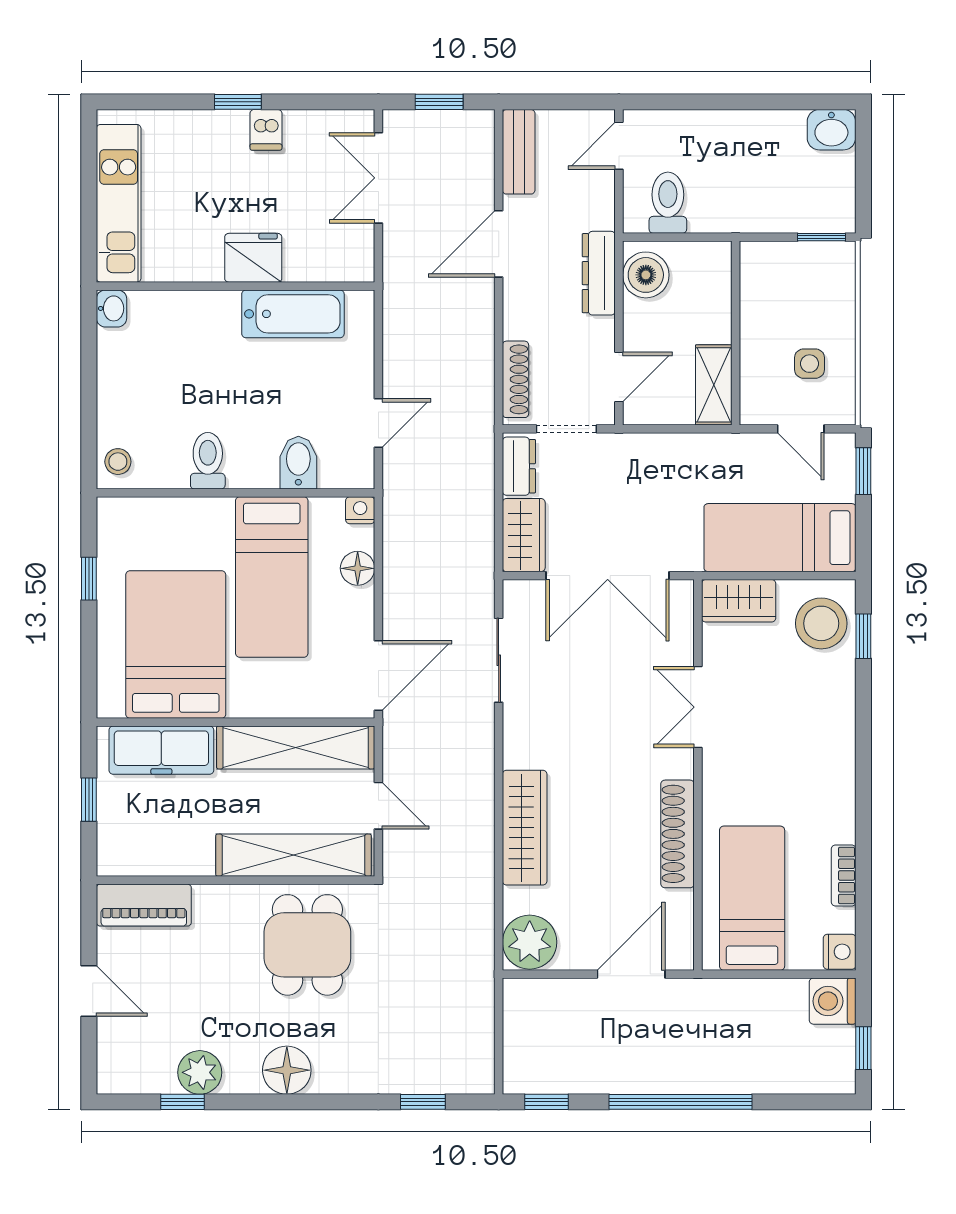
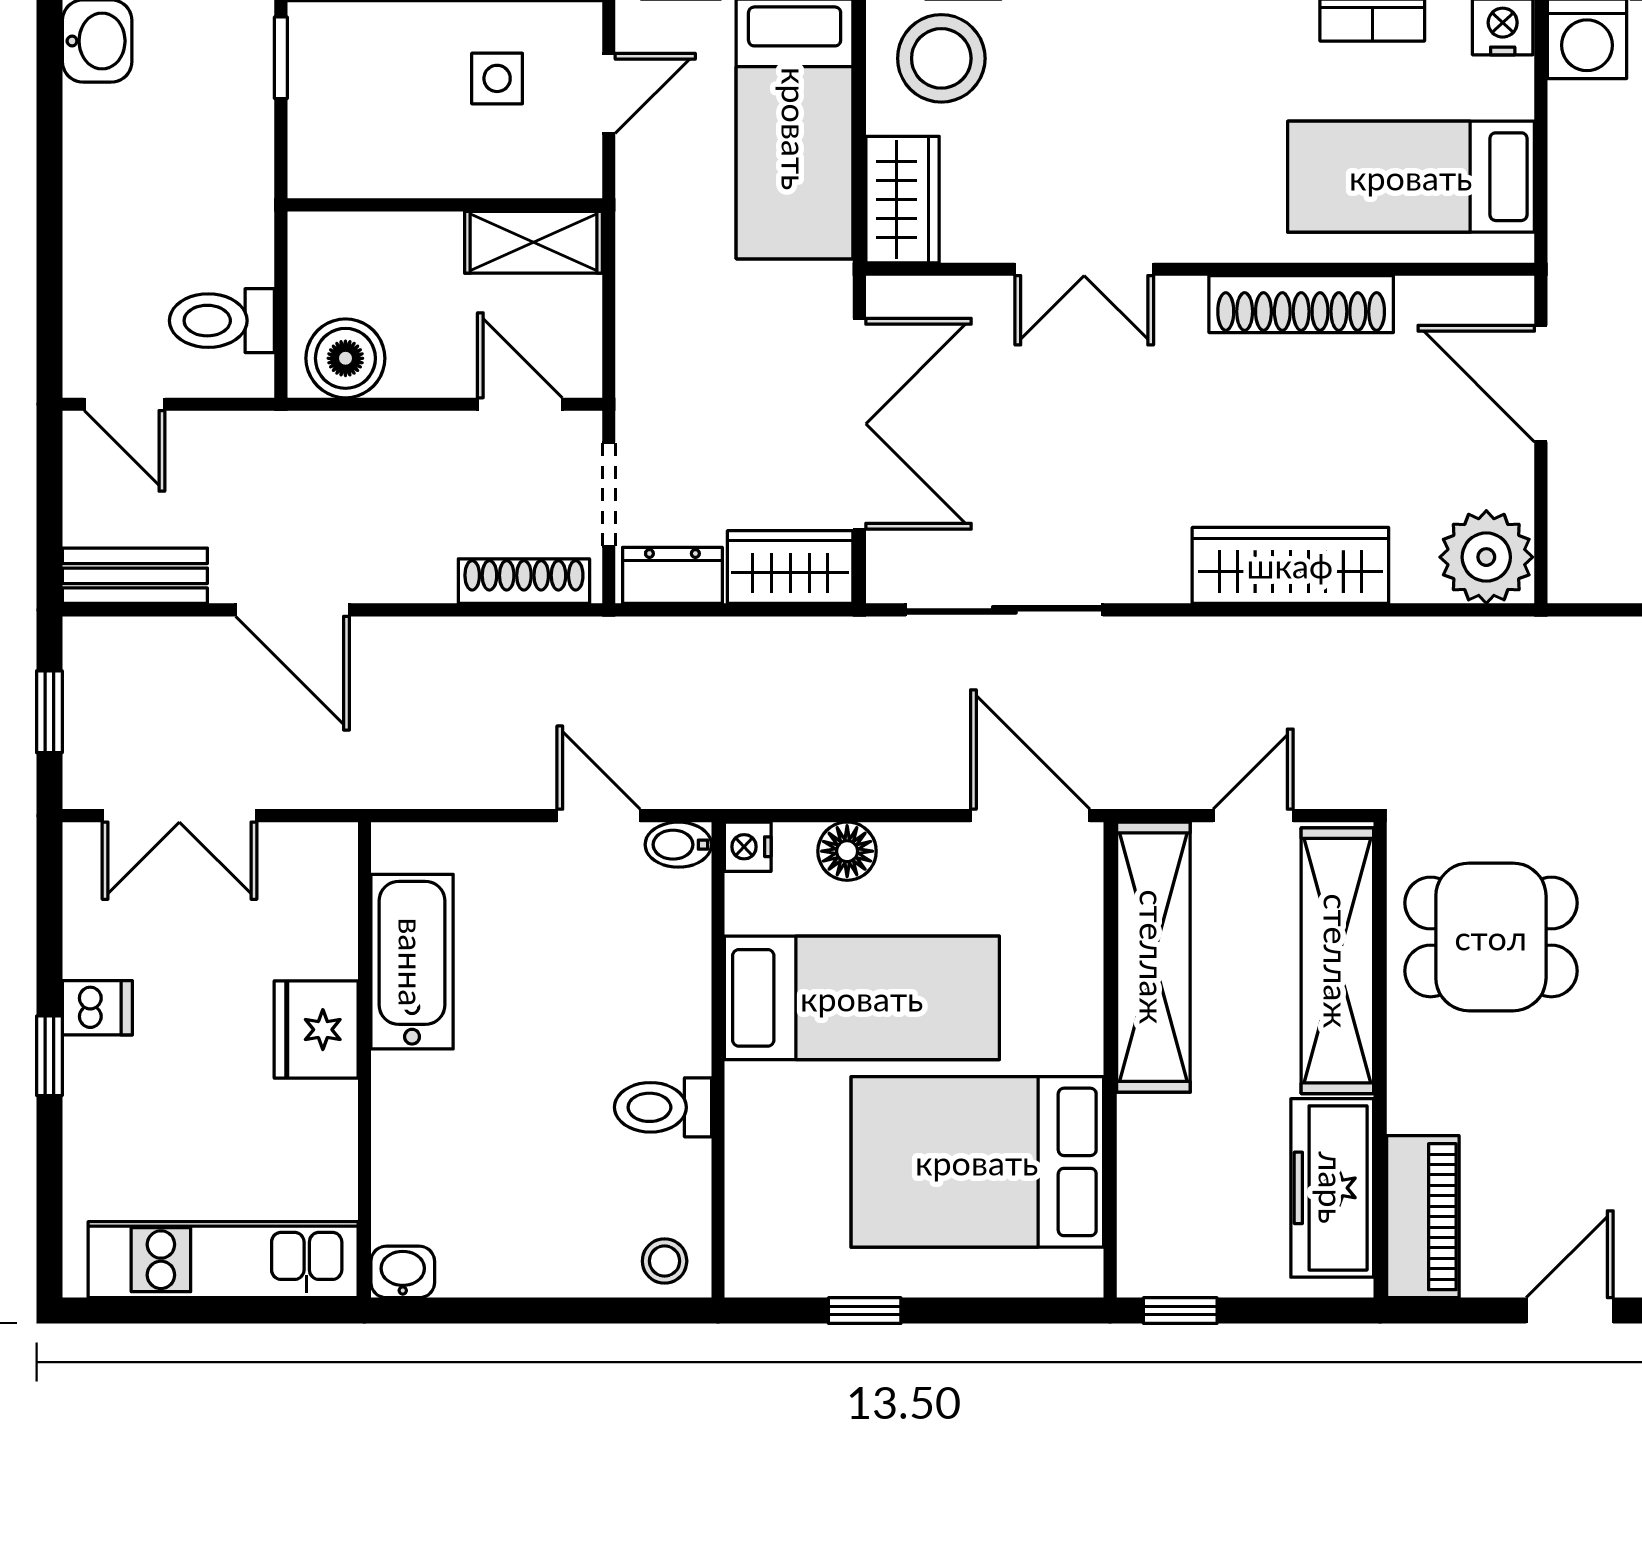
dresser: (599, 273) -> (342, 439), removed
bidet: (298, 463) -> (678, 845), moved, width x0.72, depth x0.74
sliding door: (499, 660) -> (1004, 610), width x1.37
freezer: (161, 750) -> (1332, 1188), moved, turned 180
window: (89, 800) -> (1180, 1311), moved

